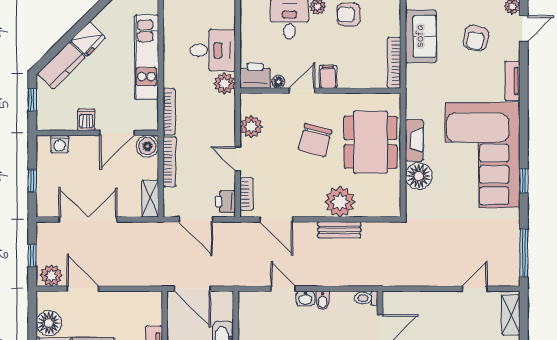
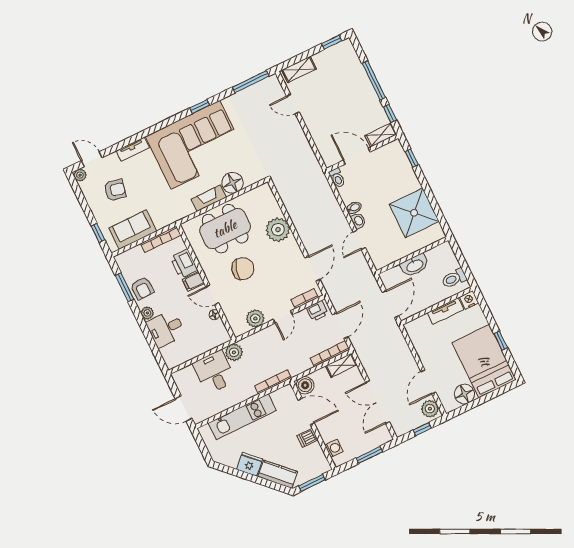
printer: (255, 76) -> (184, 264), moved
window: (32, 100) -> (312, 483), width x1.50
bookcase: (169, 162) -> (330, 354), moved
window: (32, 181) -> (369, 455), width x1.50
bench: (339, 230) -> (298, 220), removed

